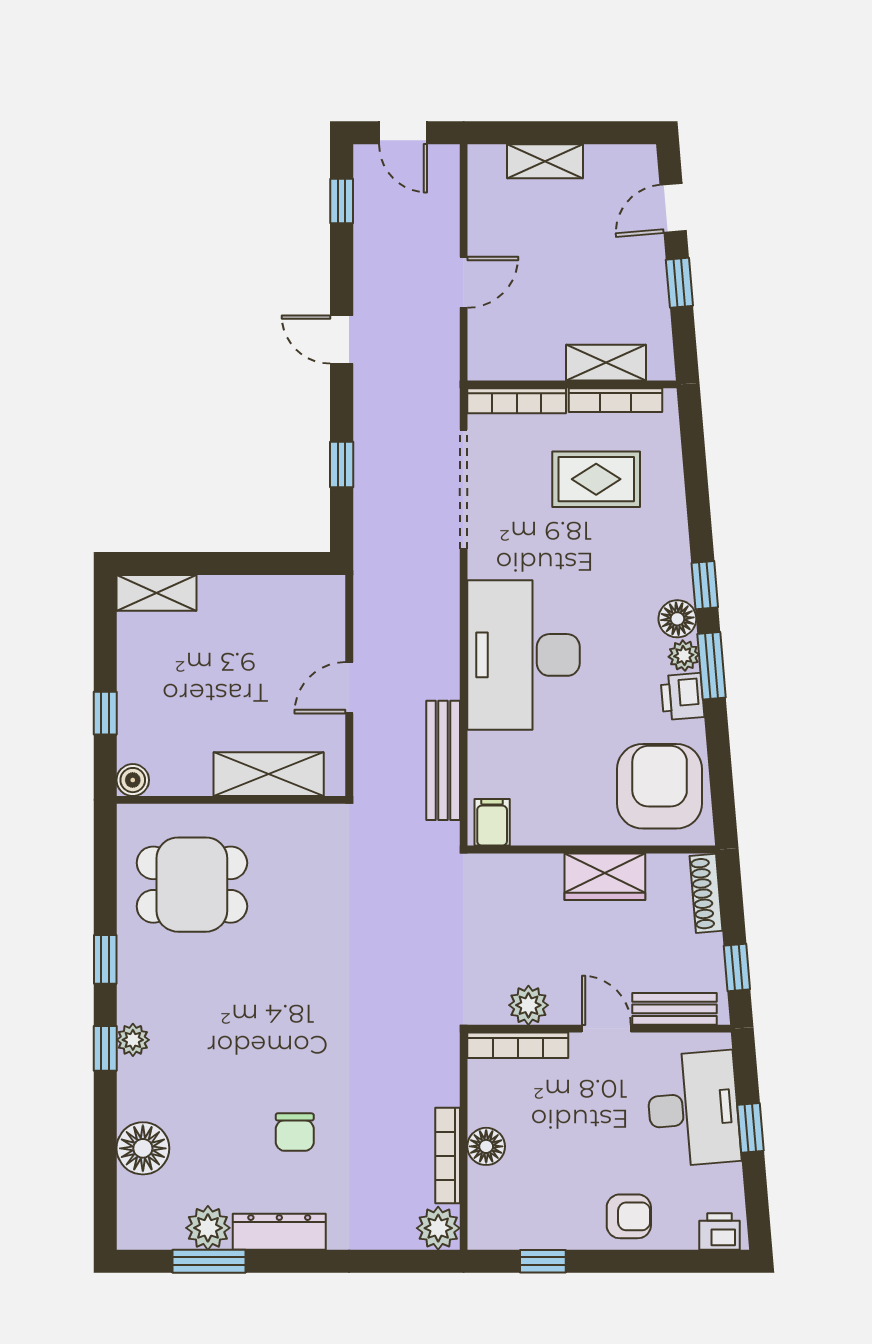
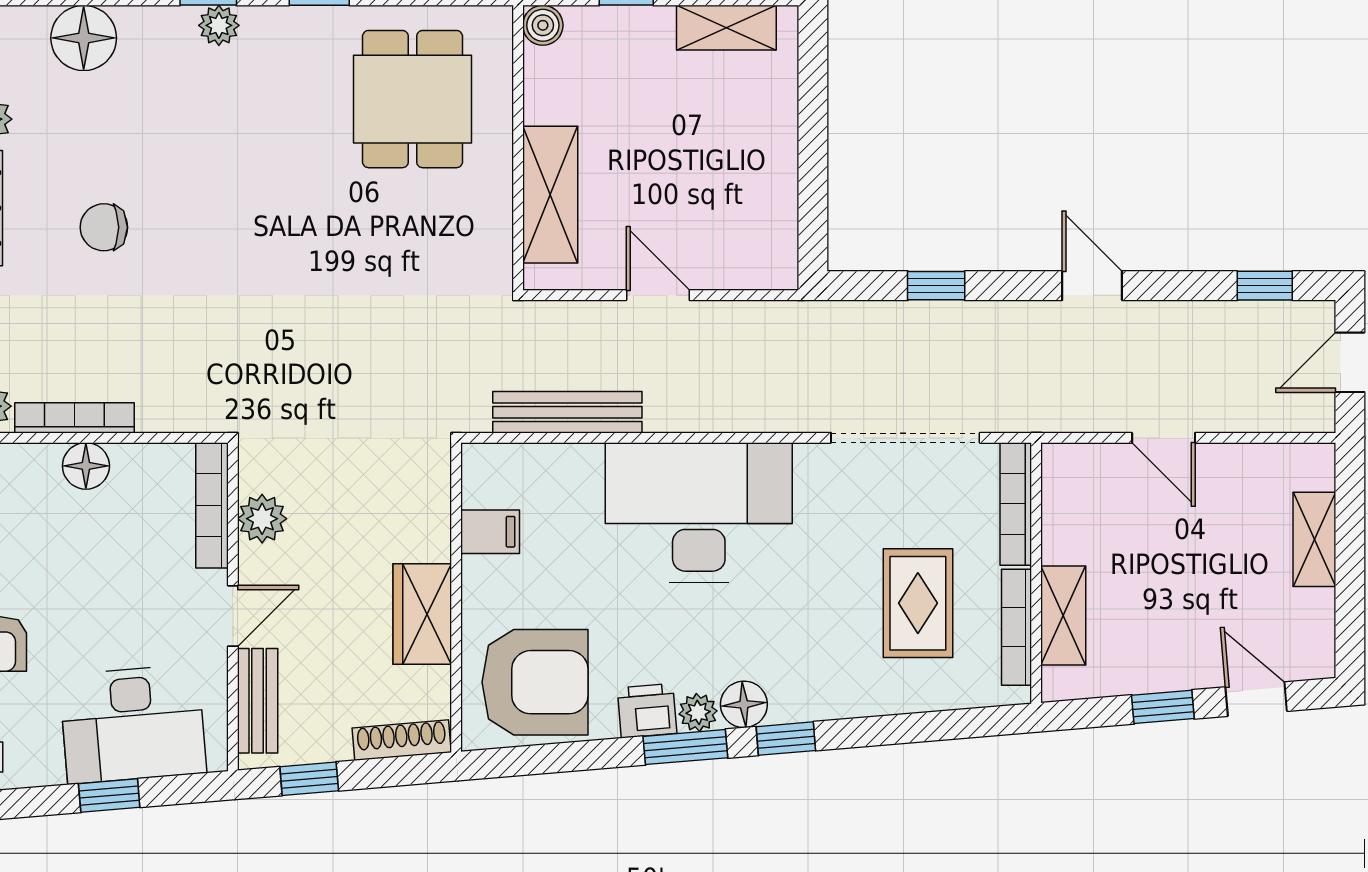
door: (342, 340) -> (1092, 286), hinge flipped
shelving: (157, 593) -> (726, 28), moved, turned 90
filing cabinet: (492, 822) -> (490, 532), moved

